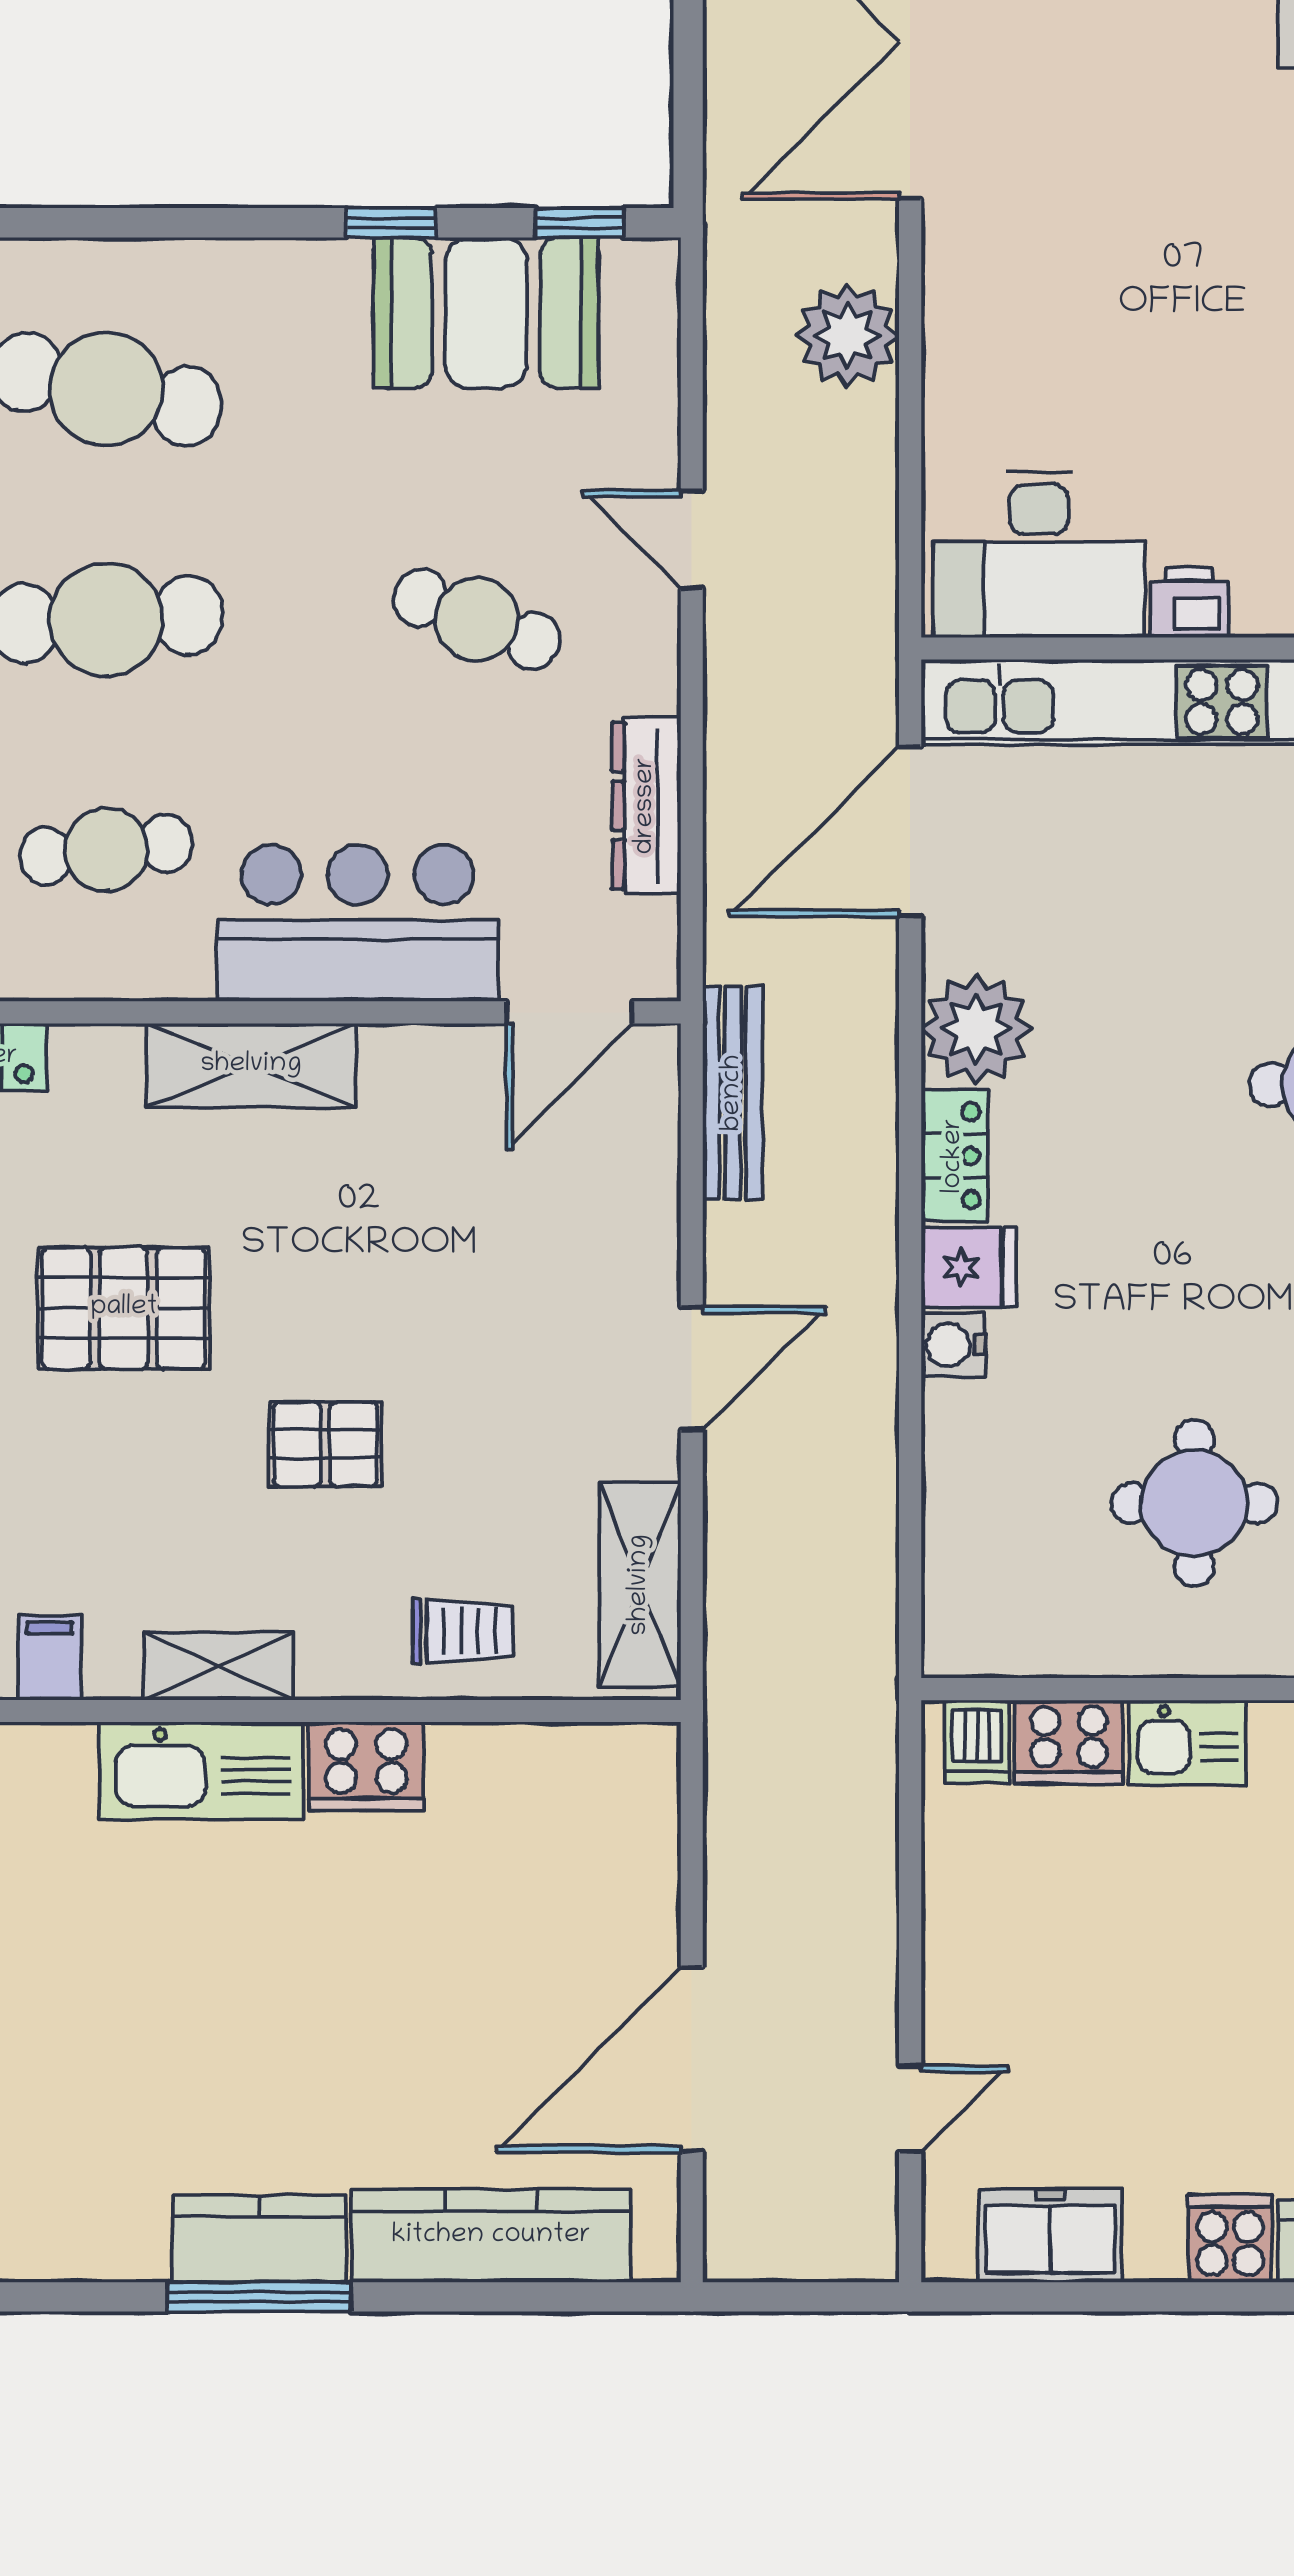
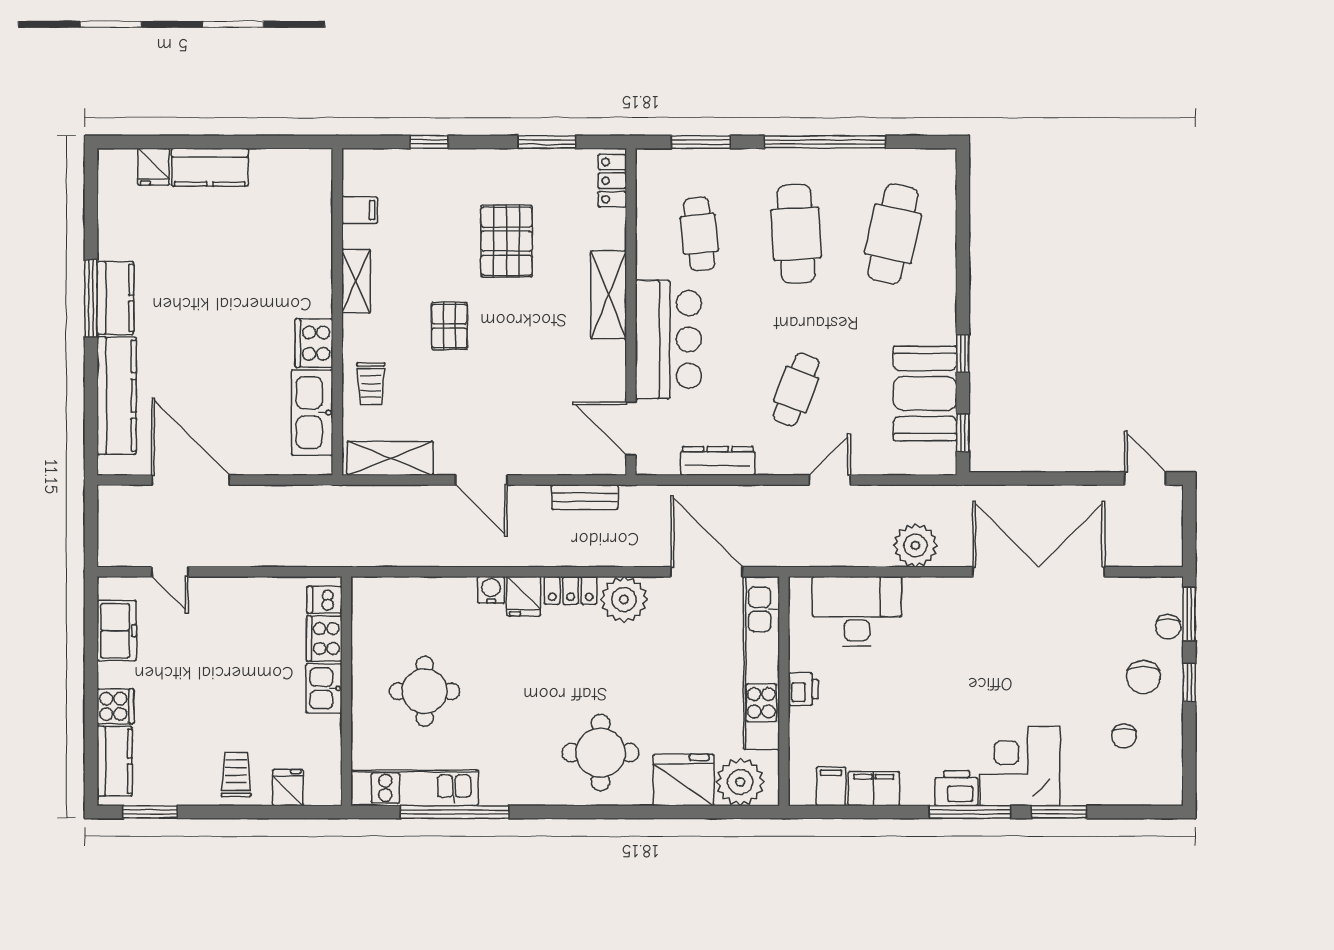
desk: (1039, 554) -> (857, 611), moved, turned 90
bench: (733, 1093) -> (585, 497), width x0.73
kitchen sink: (201, 1771) -> (312, 413), moved

